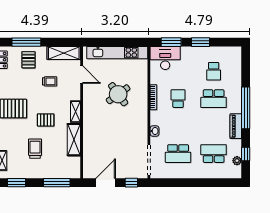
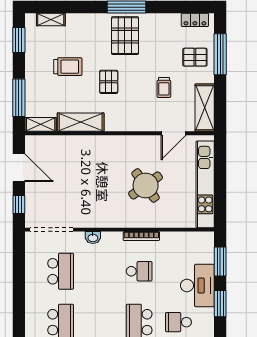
desk: (165, 58) -> (197, 285), moved
shelving: (75, 112) -> (41, 124), moved
school desk: (178, 154) -> (61, 271), turned 180

